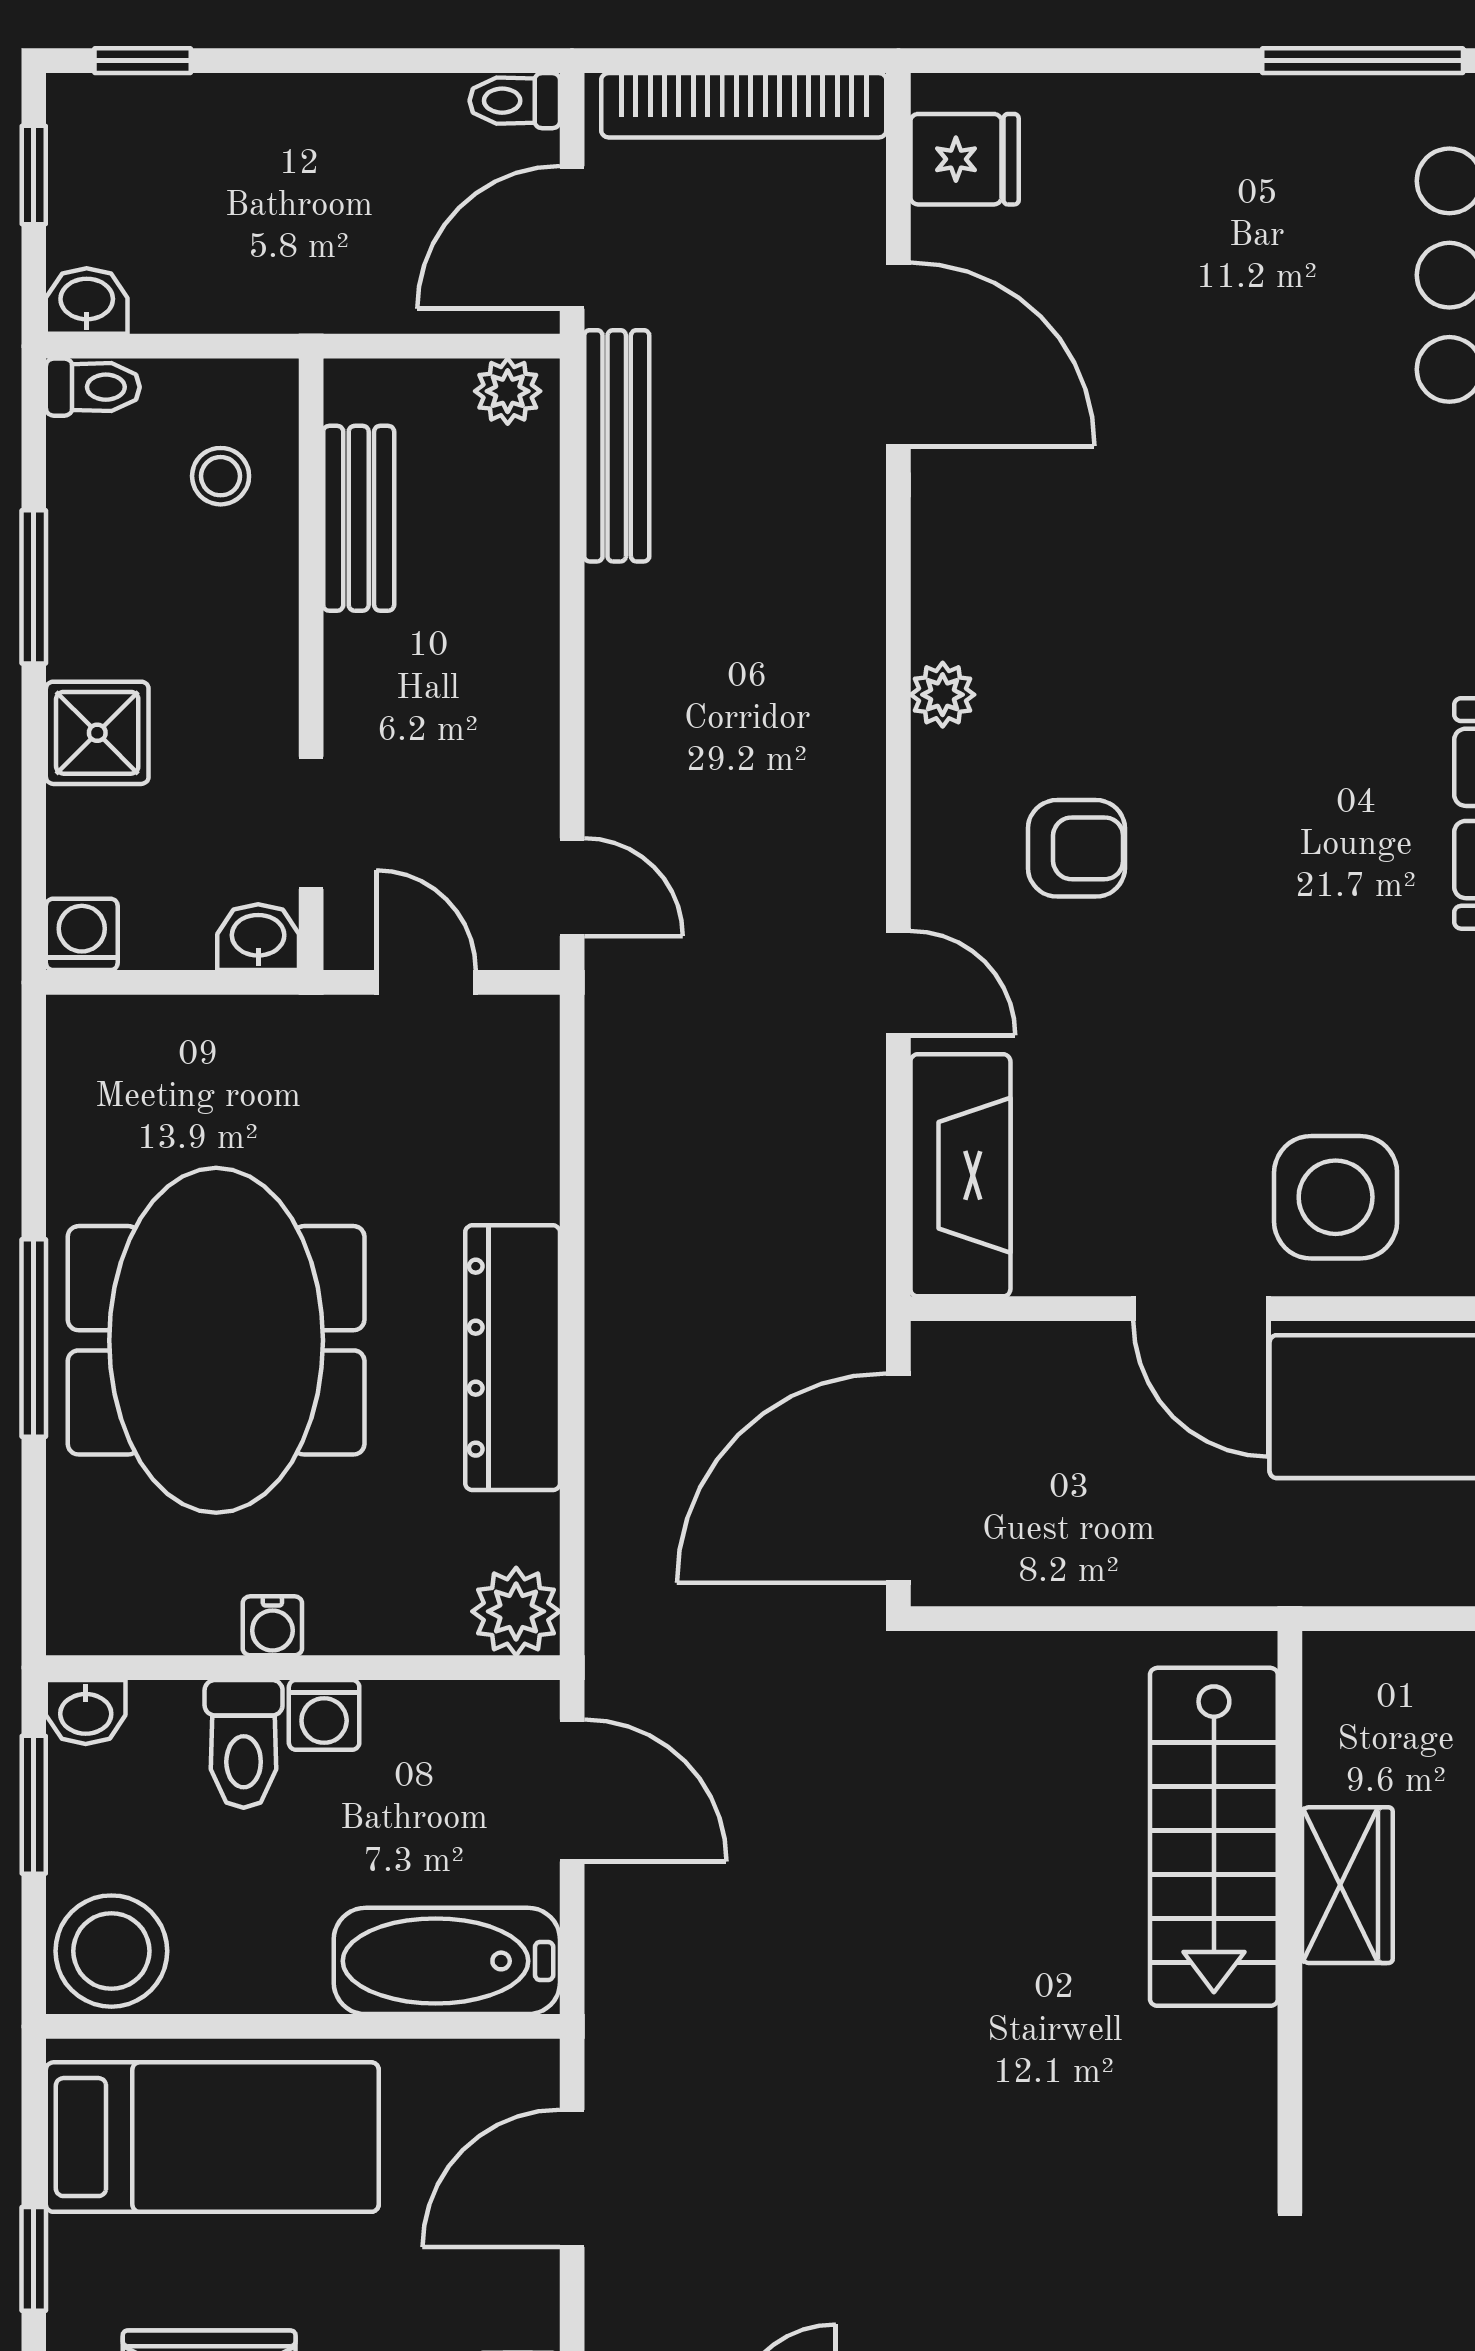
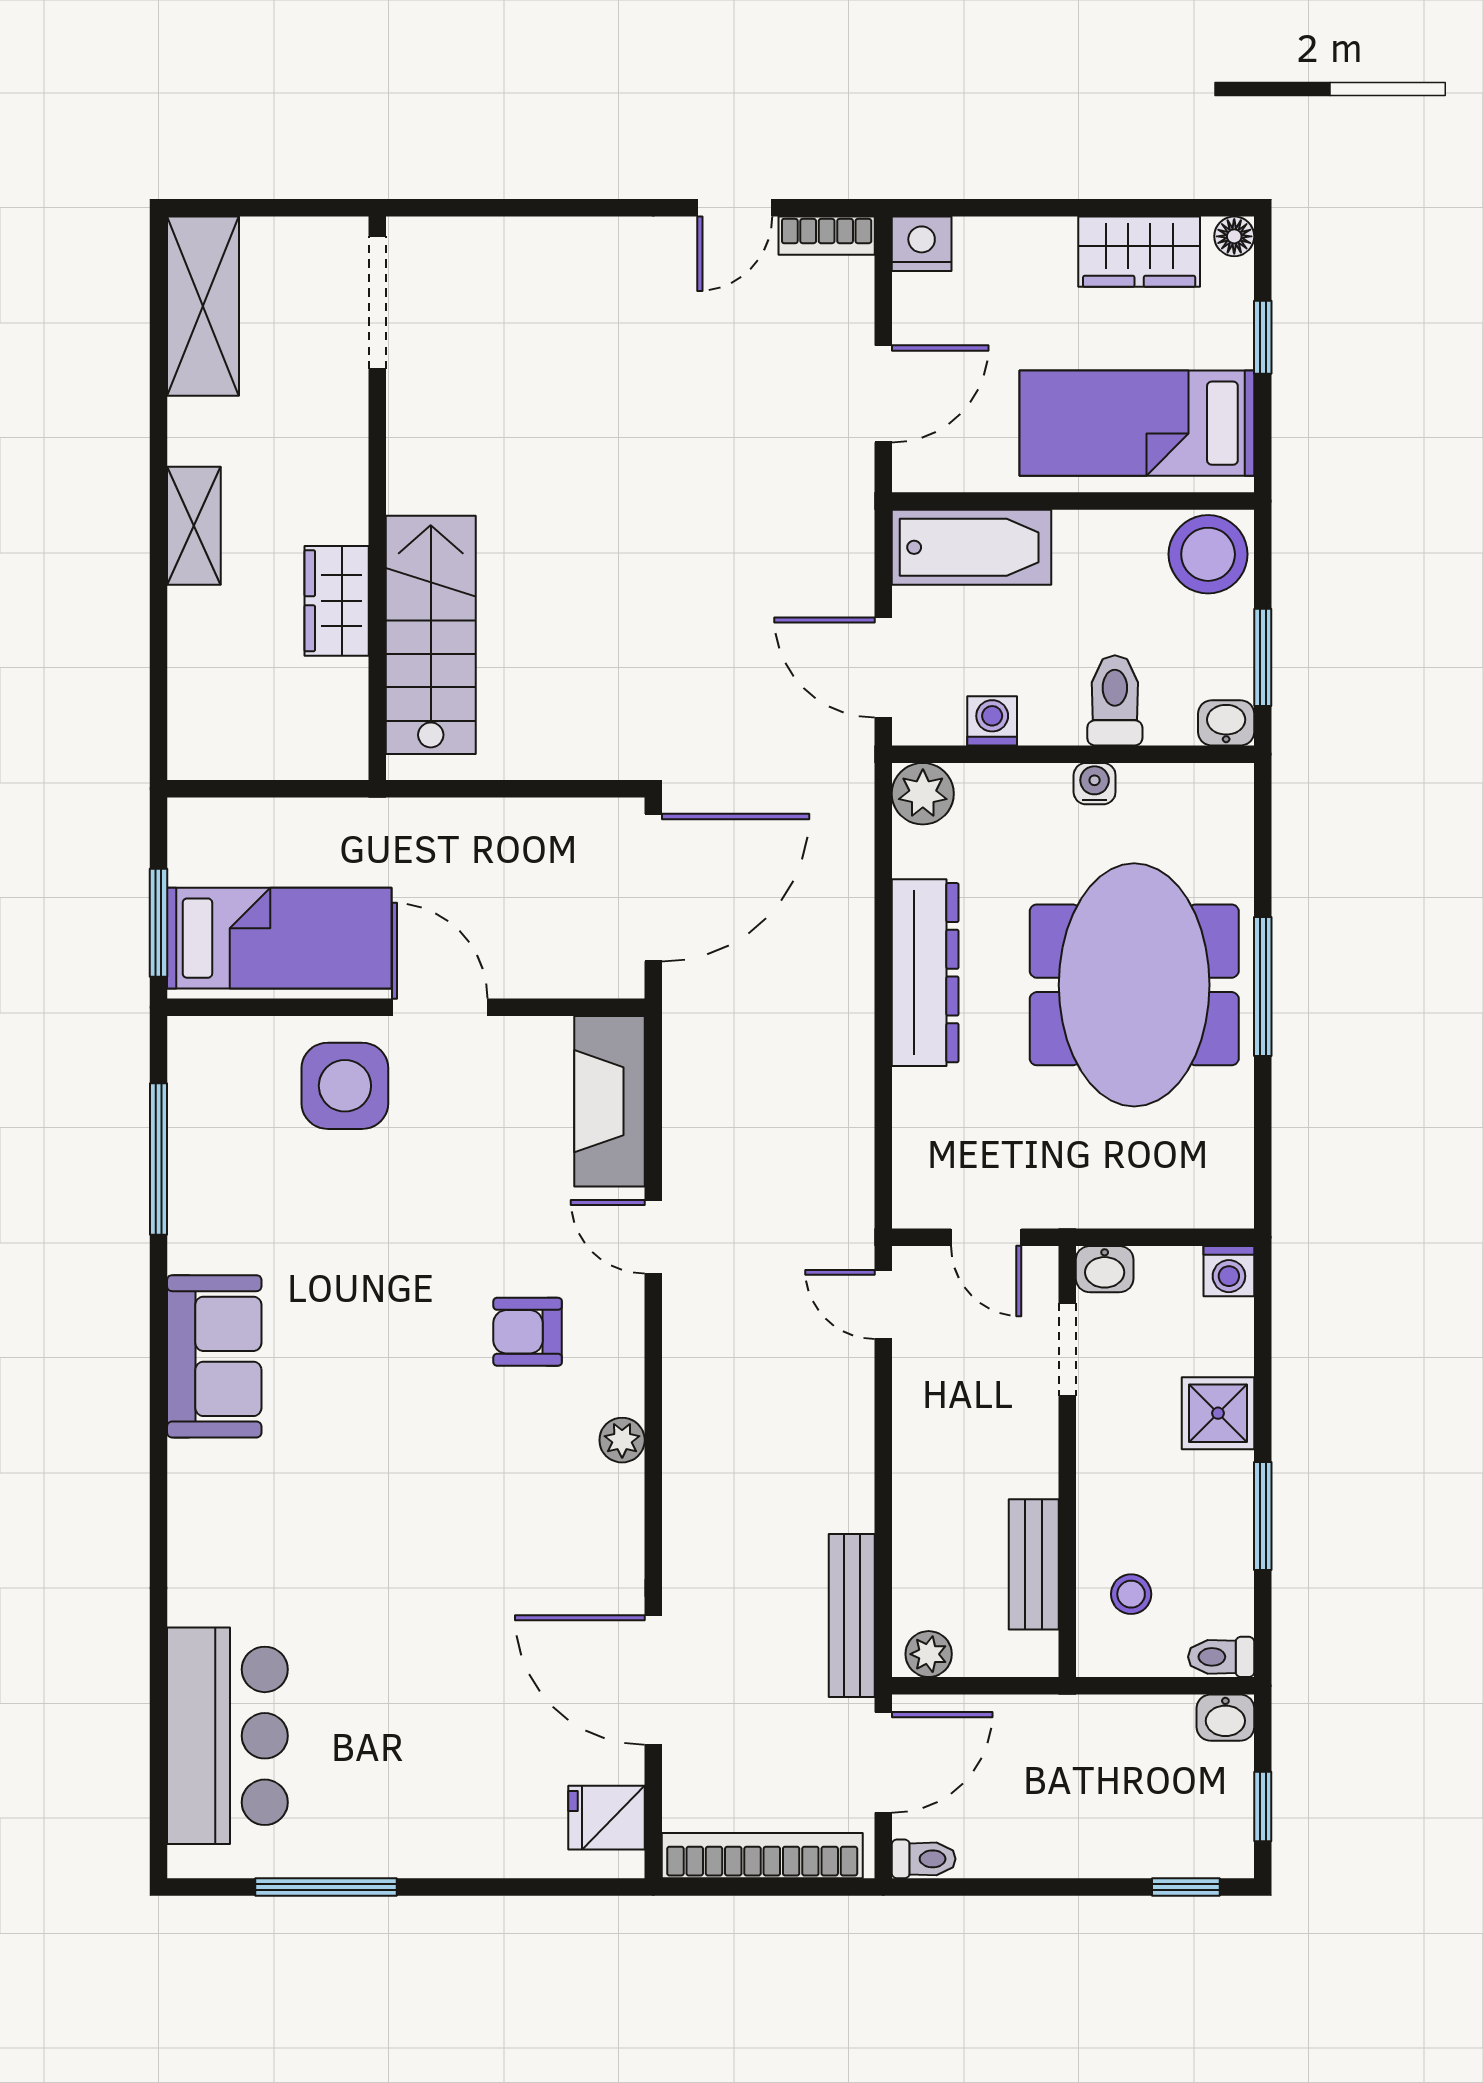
washing machine: (324, 1715) -> (992, 721), moved

